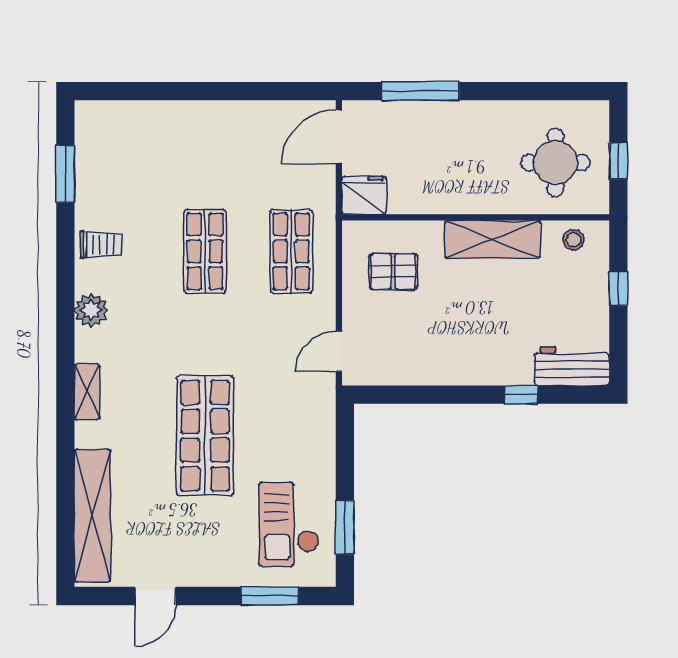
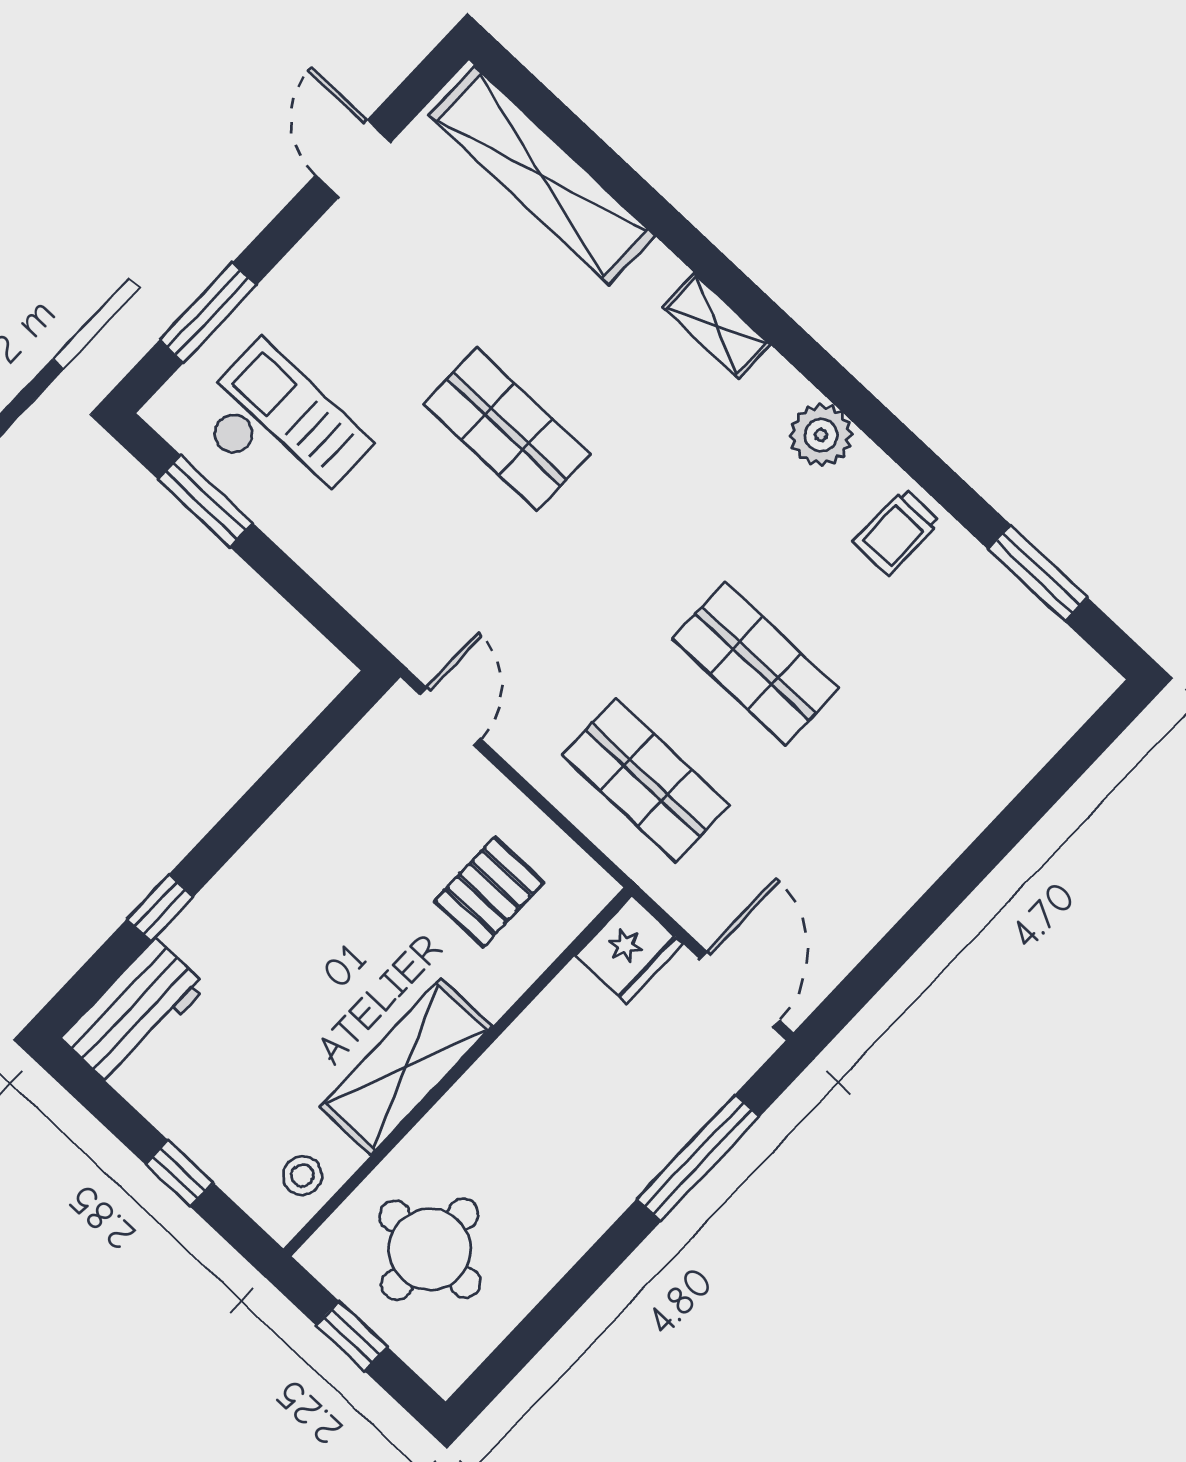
shop shelf: (205, 436) -> (507, 429), width x0.70, depth x0.74

